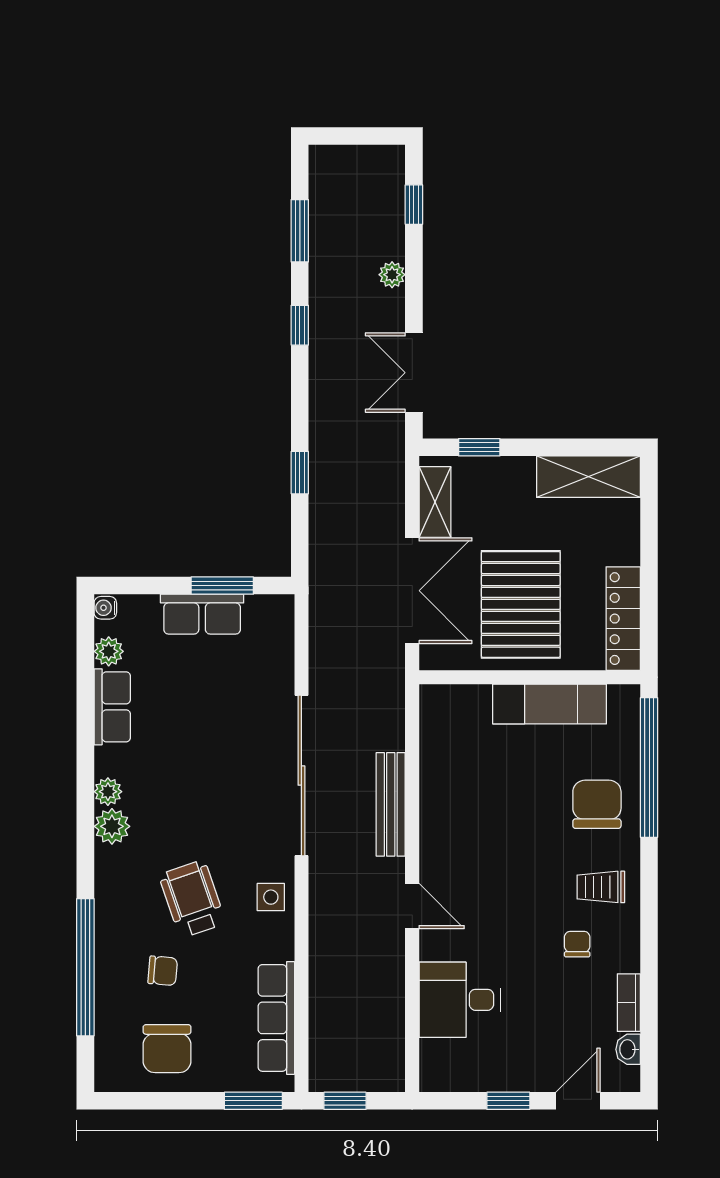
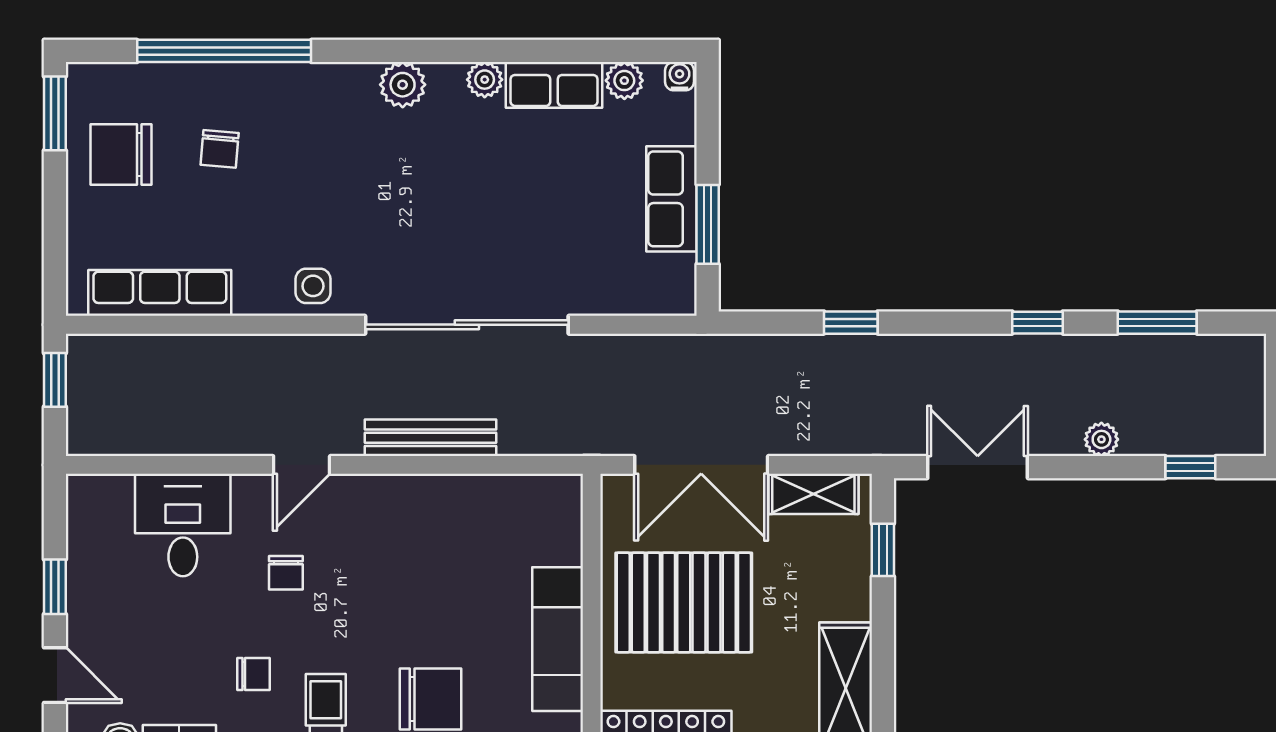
plant: (108, 792) -> (485, 80), moved
wheelchair: (192, 899) -> (311, 186), removed
chair: (497, 918) -> (286, 573), added
window: (253, 1101) -> (55, 113), moved

